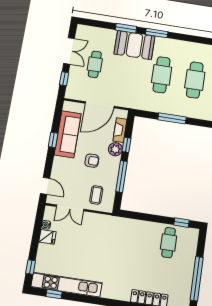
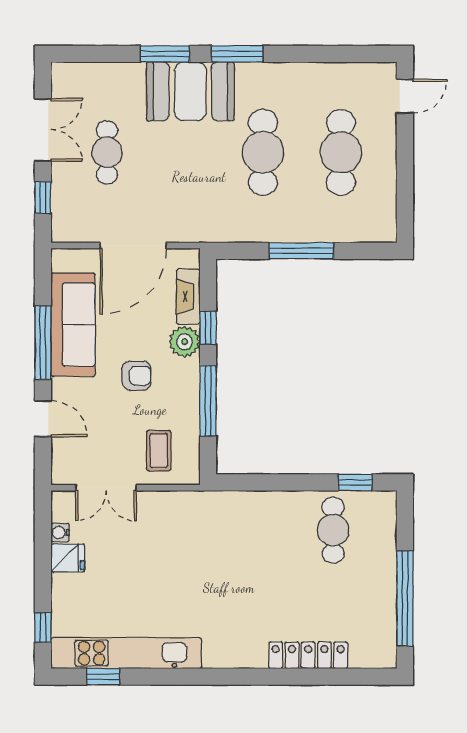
window: (53, 140) -> (43, 343), width x2.17
door: (45, 186) -> (43, 419), moved

